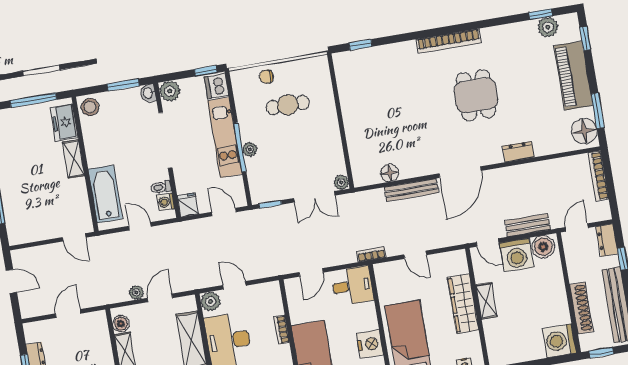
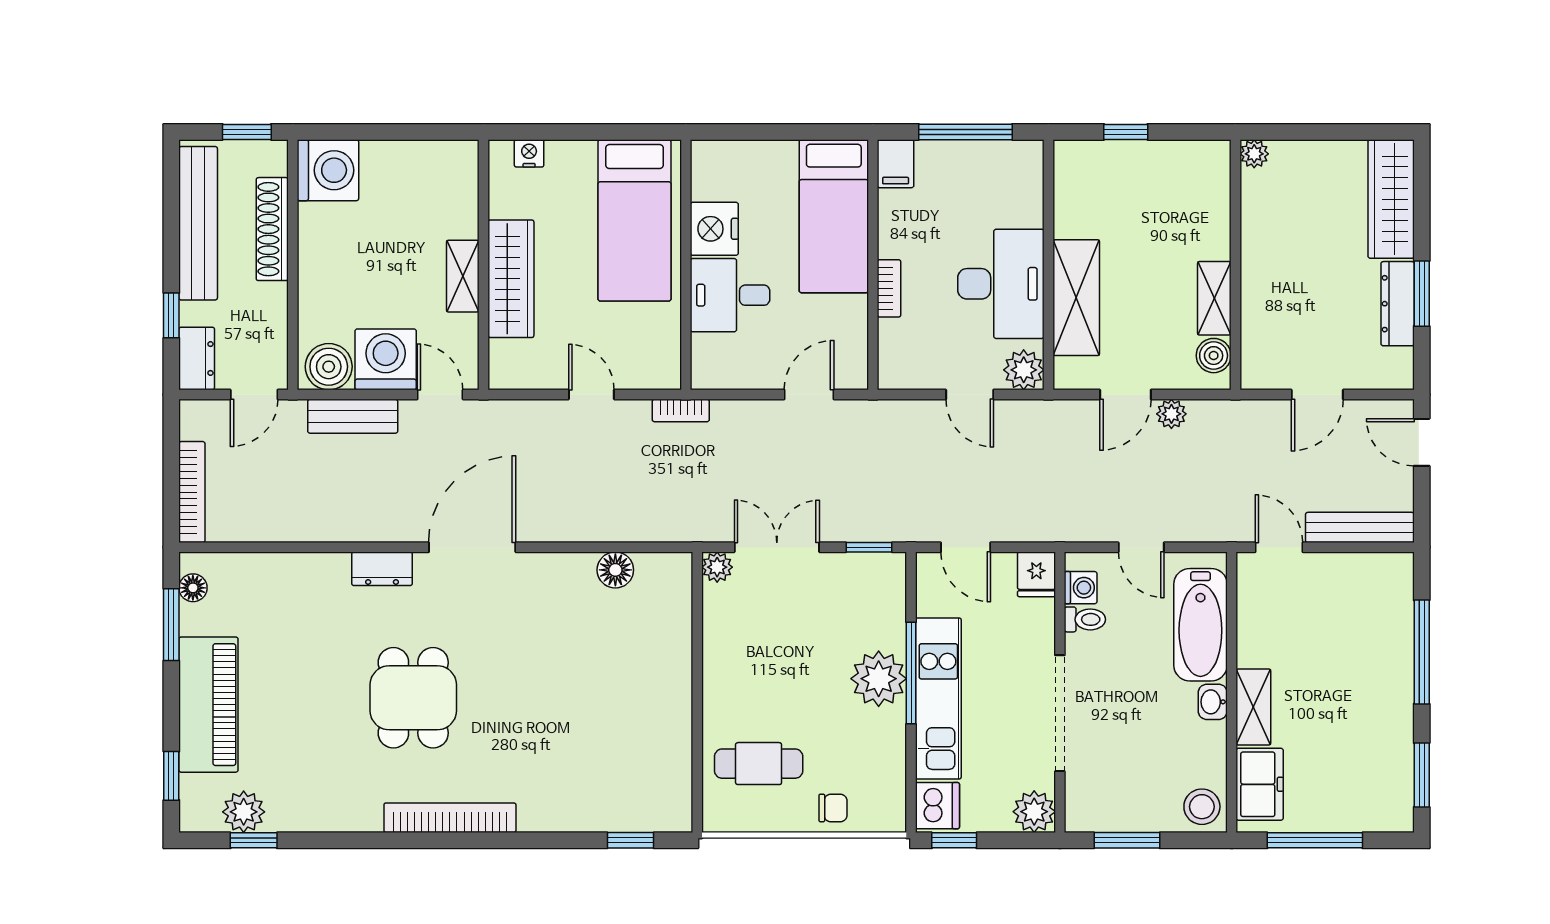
washbasin: (148, 93) -> (1213, 702), moved, turned 180
cafe table: (288, 105) -> (759, 764), moved
floor lamp: (584, 131) -> (193, 588), width x0.53, depth x0.53
plant: (250, 149) -> (879, 679), width x1.87, depth x1.87
dresser: (518, 152) -> (382, 569), moved
bench: (411, 190) -> (1360, 527), moved
door: (11, 281) -> (1422, 442), moved
desk: (352, 286) -> (730, 295), moved

